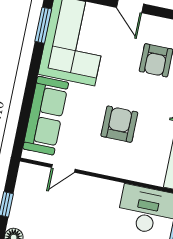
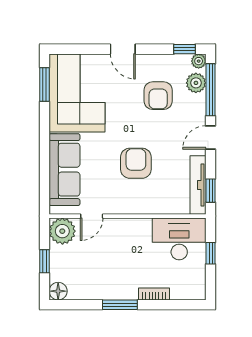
plant: (31, 178) -> (62, 231), added

